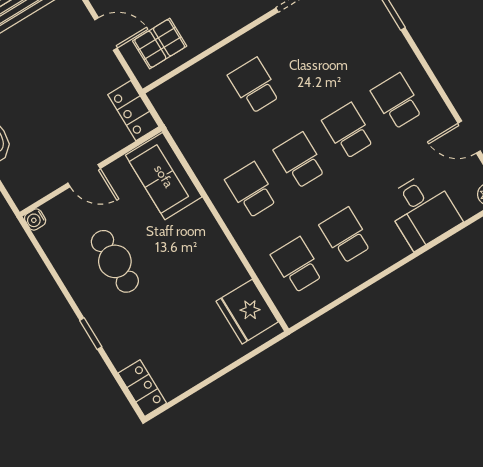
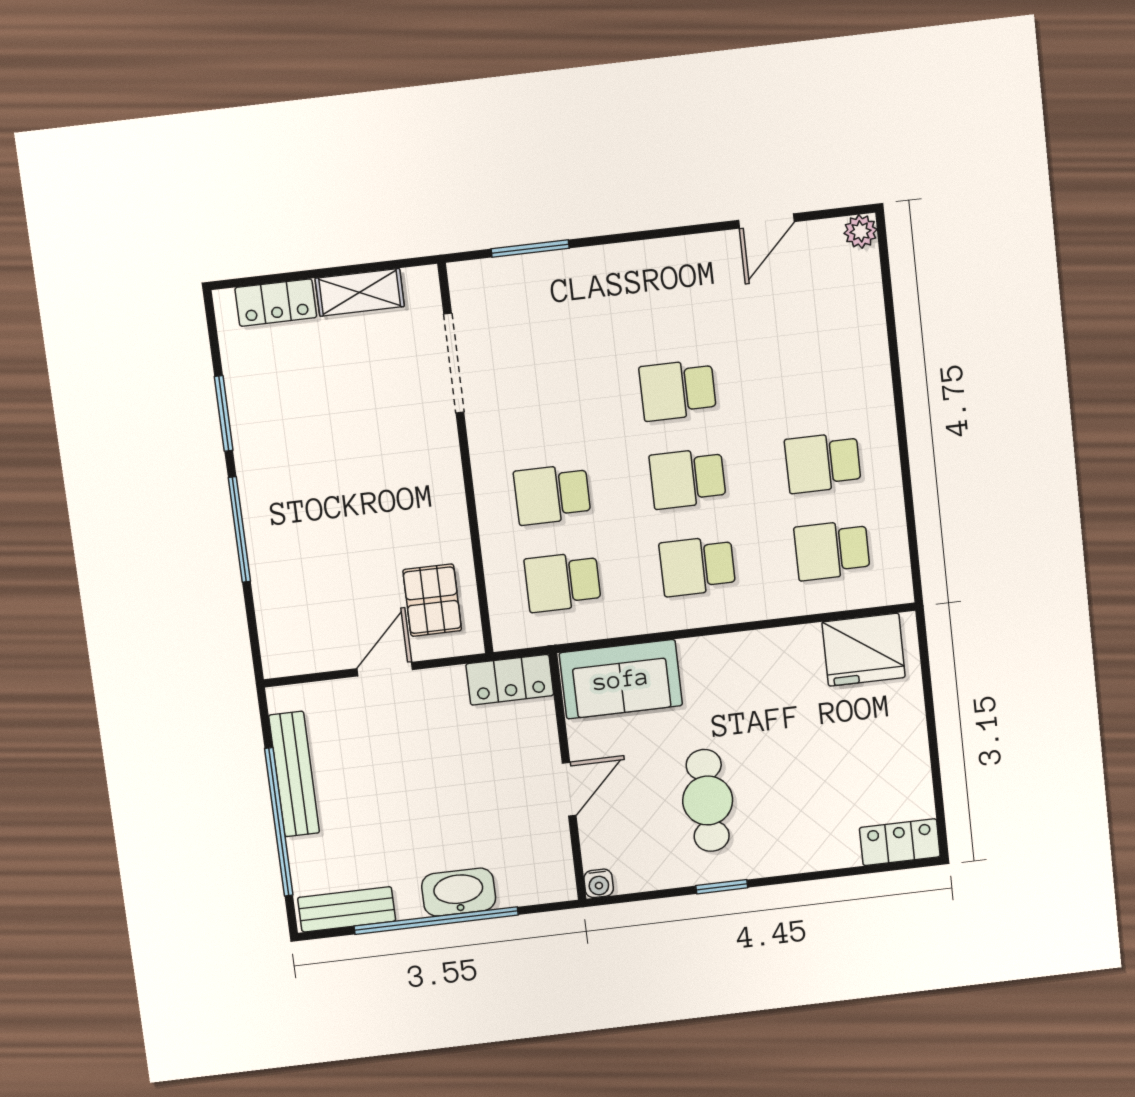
school desk: (397, 101) -> (563, 582), moved
desk: (422, 210) -> (839, 337), removed
cafe table: (115, 261) -> (708, 800), turned 90
window: (91, 334) -> (722, 887), moved

